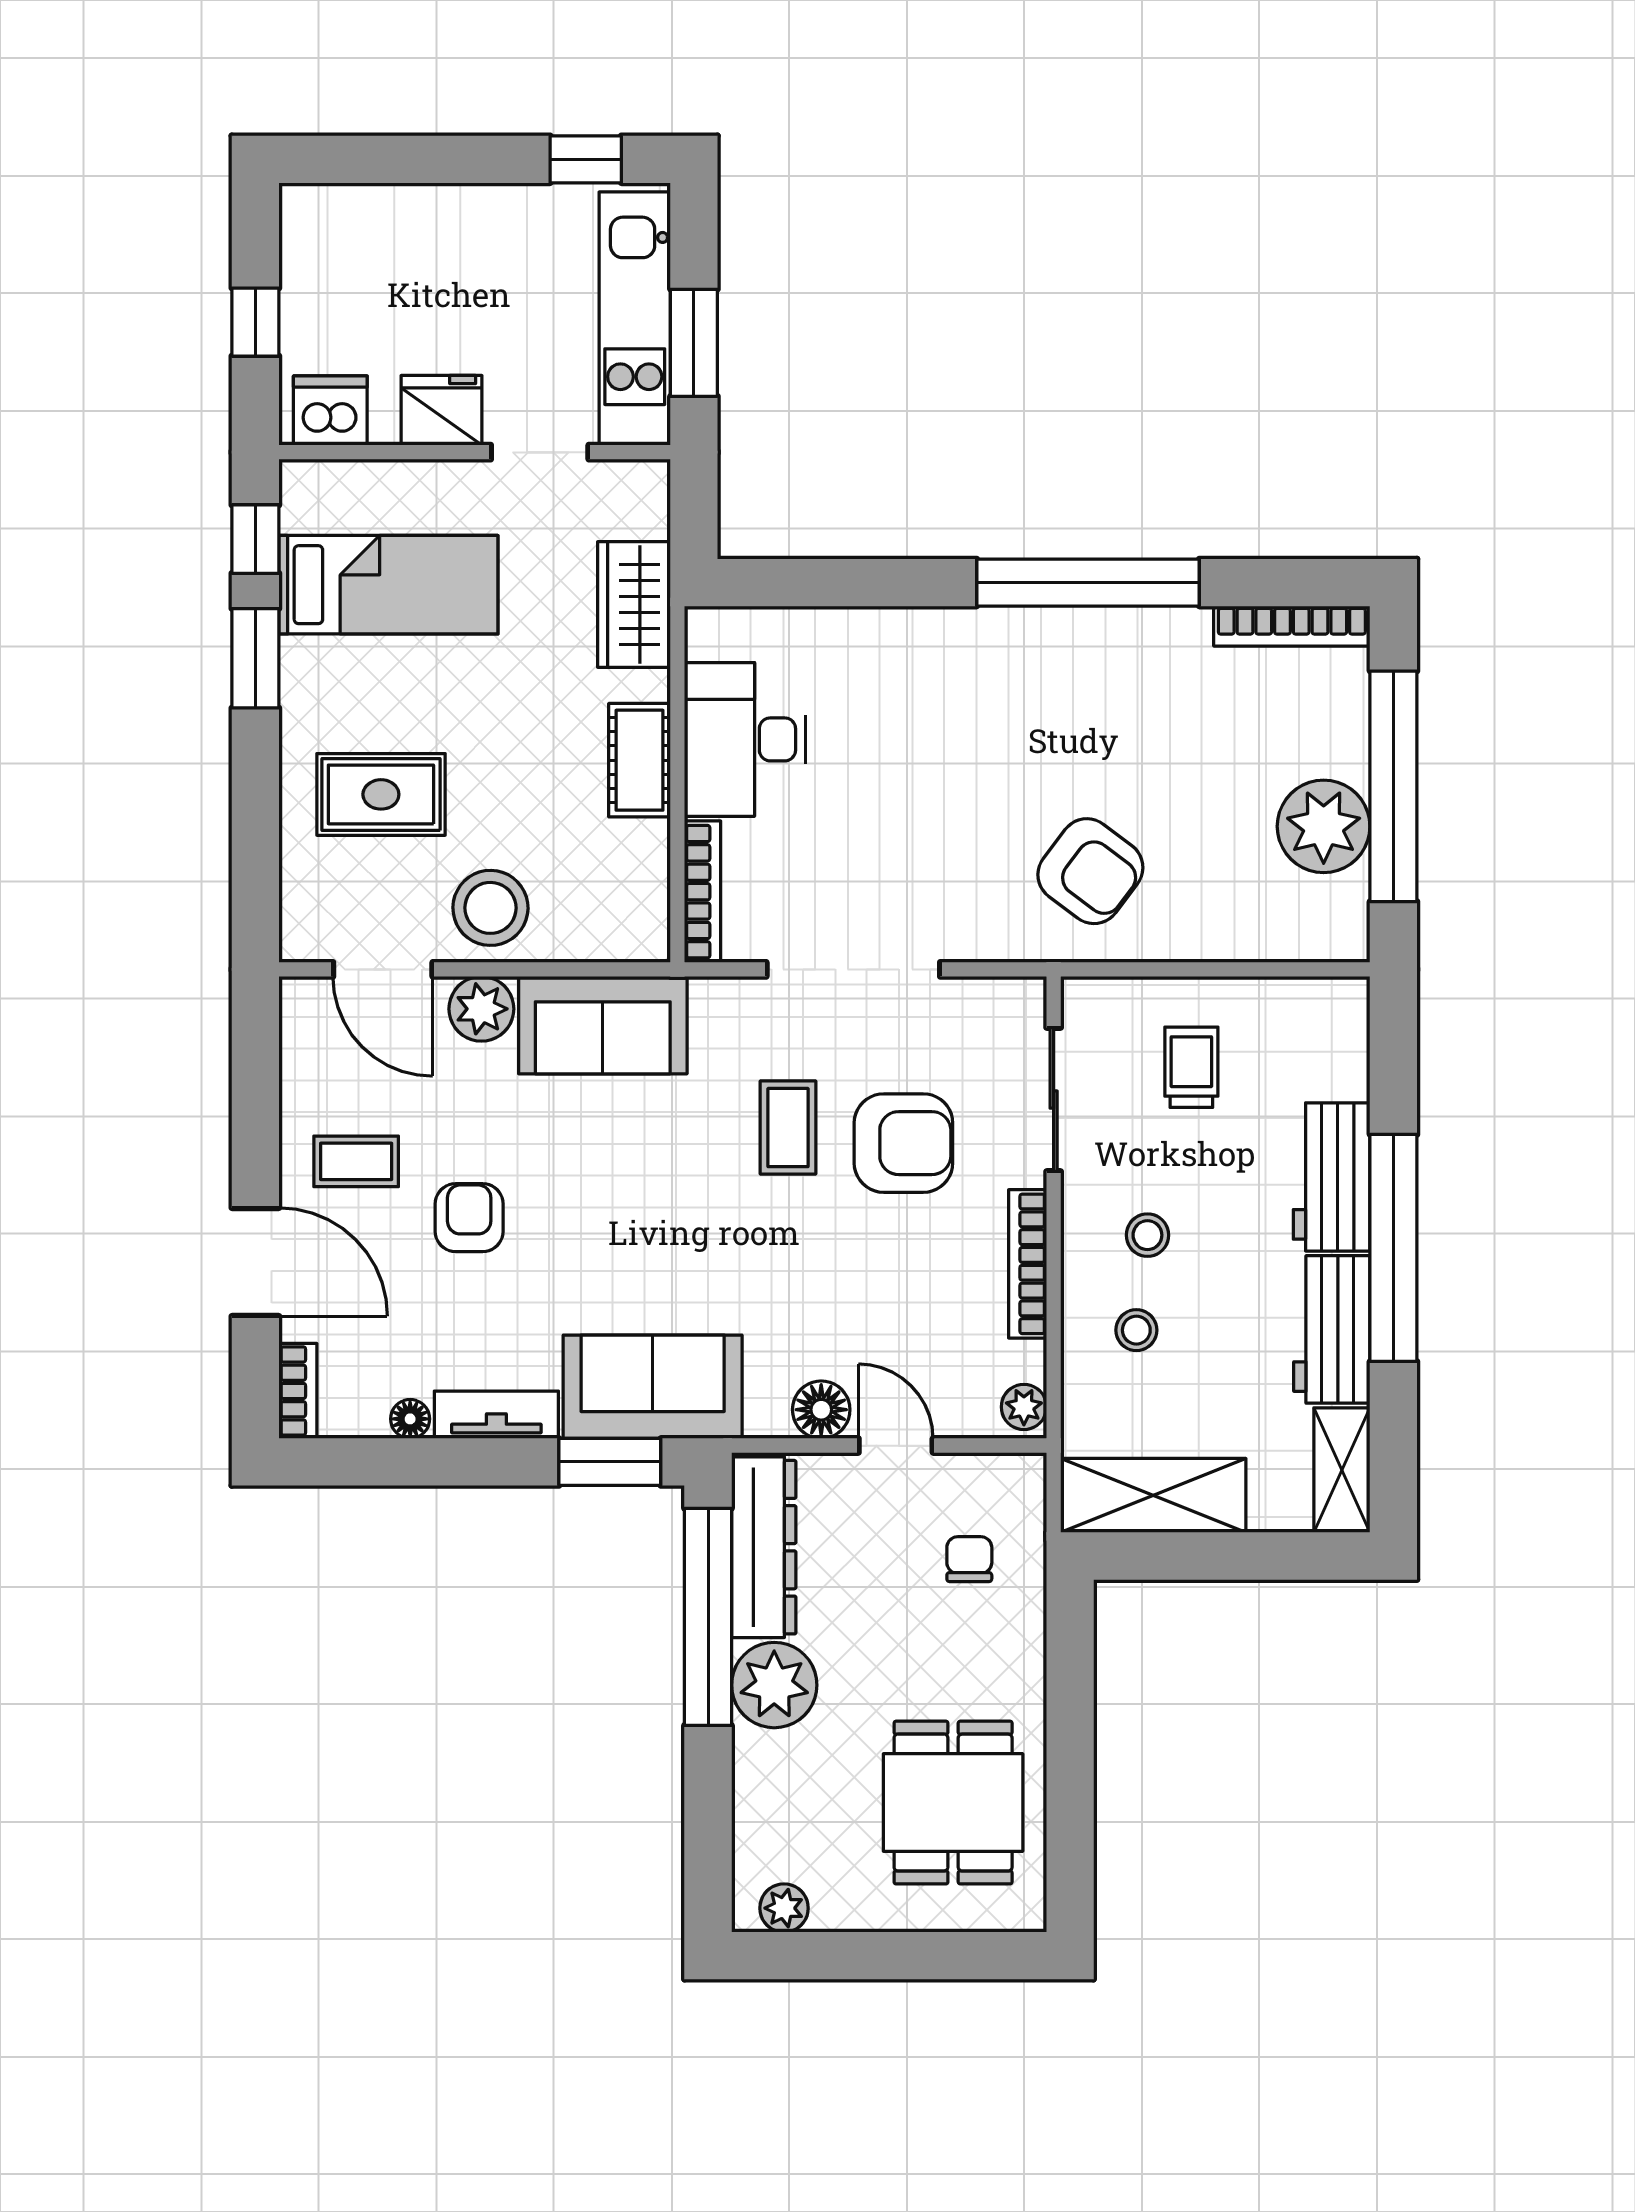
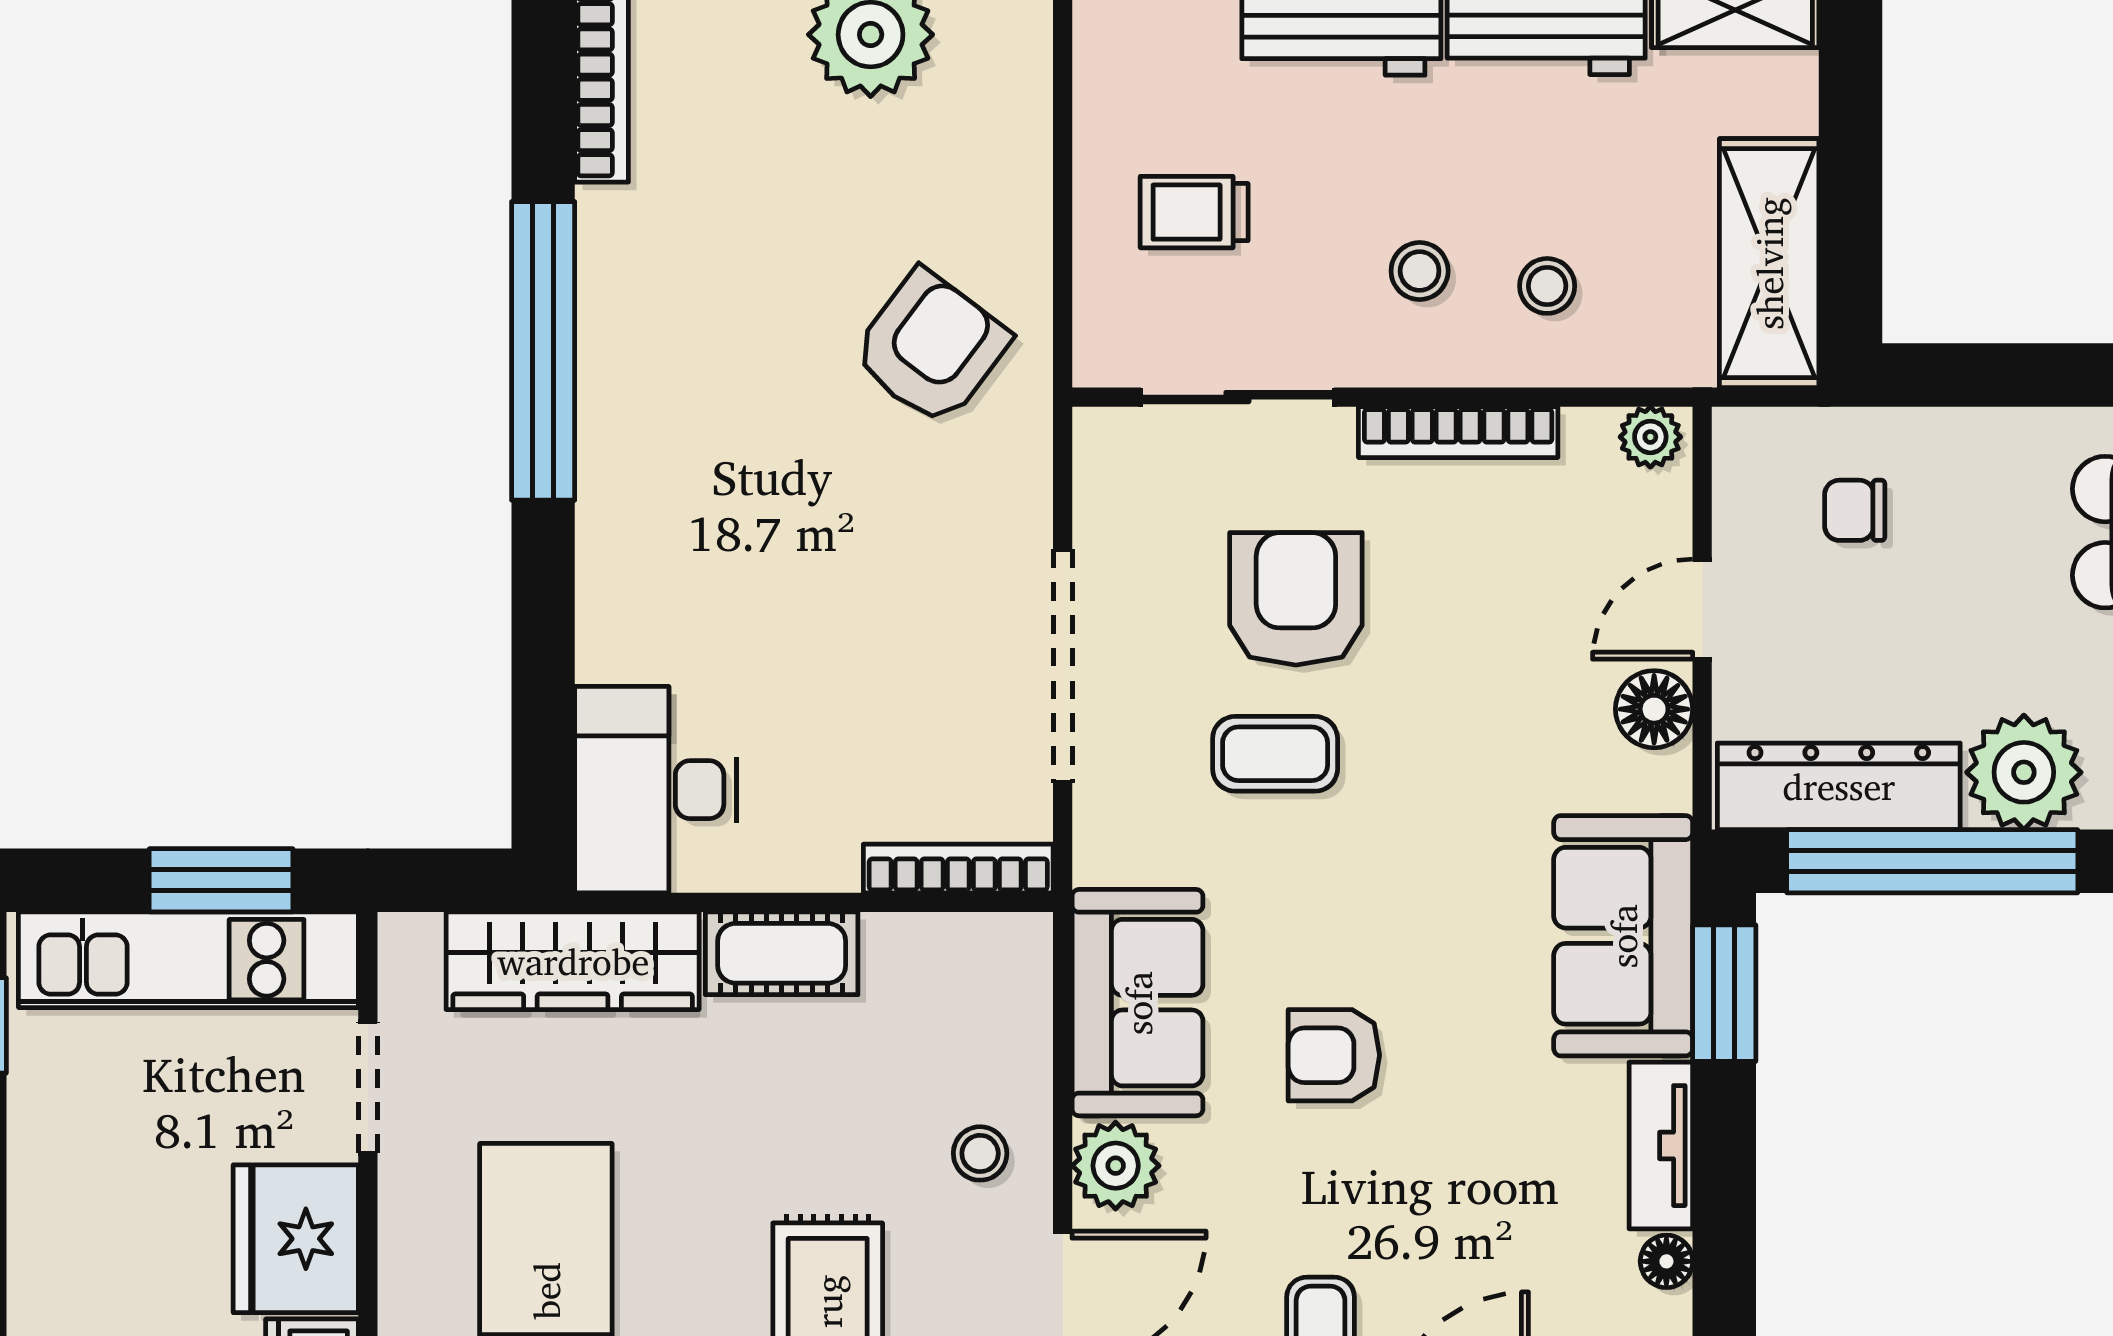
fridge: (442, 410) -> (296, 1239), width x1.36, depth x1.34
wardrobe: (634, 605) -> (573, 961), width x1.50
desk: (745, 739) -> (656, 790), moved, turned 90
stool: (490, 908) -> (980, 1153), width x0.53, depth x0.53
armchair: (469, 1218) -> (1334, 1055), moved

